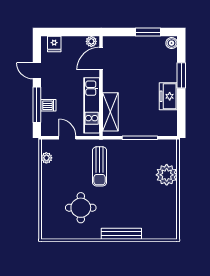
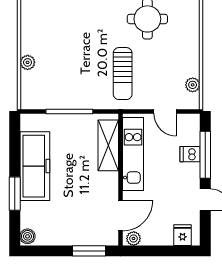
window: (148, 32) -> (89, 251), moved
freezer: (168, 96) -> (35, 166), width x1.91, depth x1.26
sun lounger: (100, 166) -> (123, 74), turned 180
plant: (167, 175) -> (28, 62), width x0.53, depth x0.53

